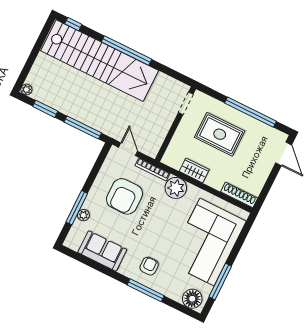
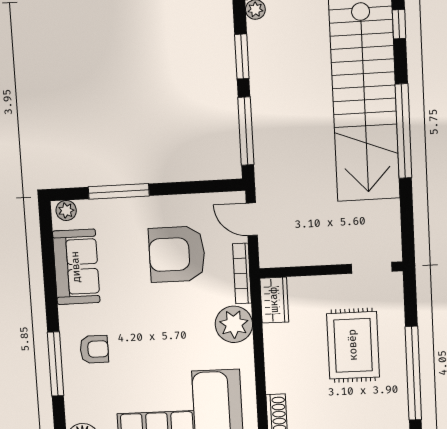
door: (128, 149) -> (252, 219), swing flipped
wardrobe: (194, 170) -> (274, 300), moved
plant: (83, 215) -> (66, 210), moved

